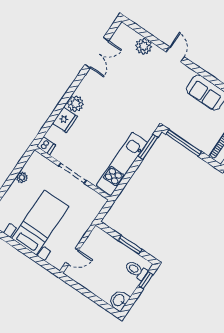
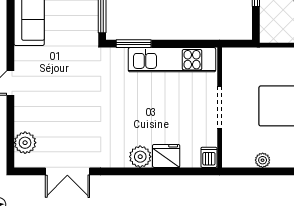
plant: (144, 46) -> (25, 143), moved
double door: (97, 53) -> (67, 171), swing flipped

